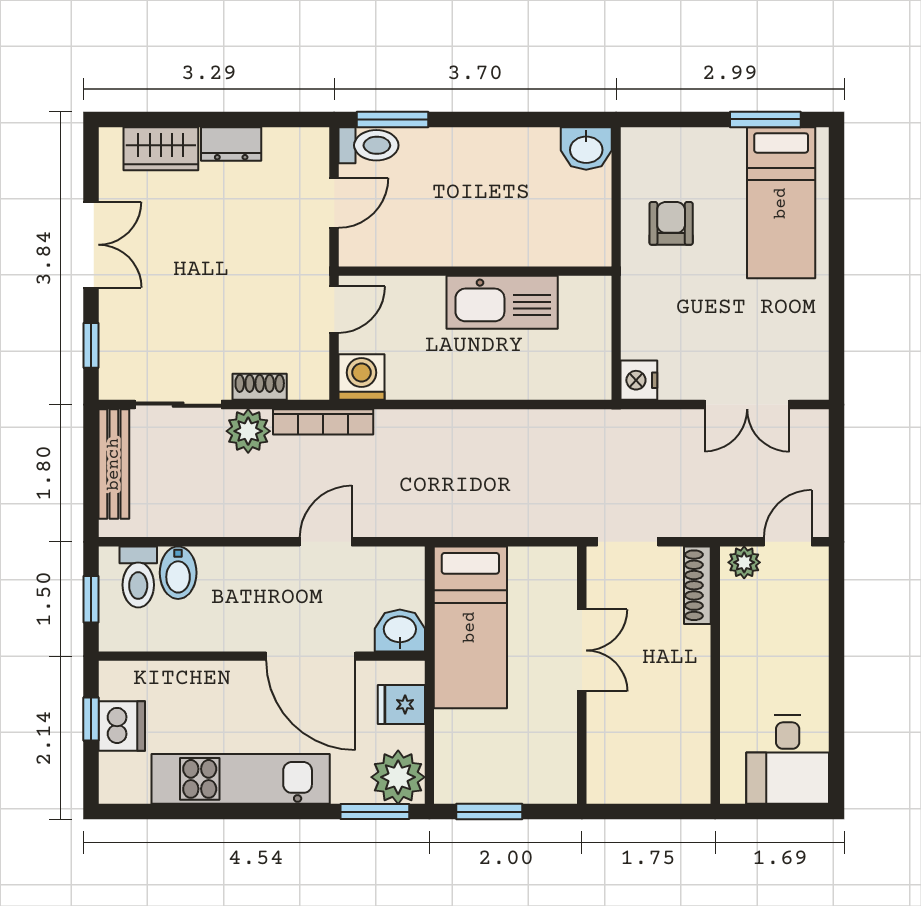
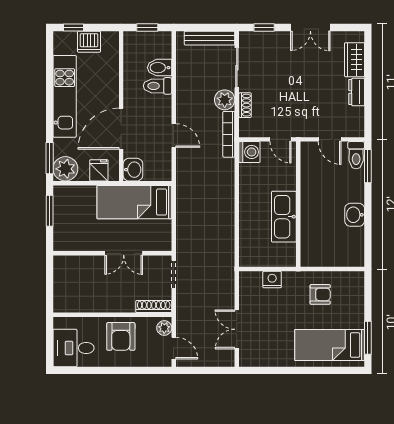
washbasin: (586, 148) -> (355, 215), moved
nightstand: (639, 380) -> (272, 280), moved
toilet: (138, 577) -> (158, 86), moved
armchair: (762, 657) -> (121, 336), added
window: (91, 719) -> (74, 27), moved

